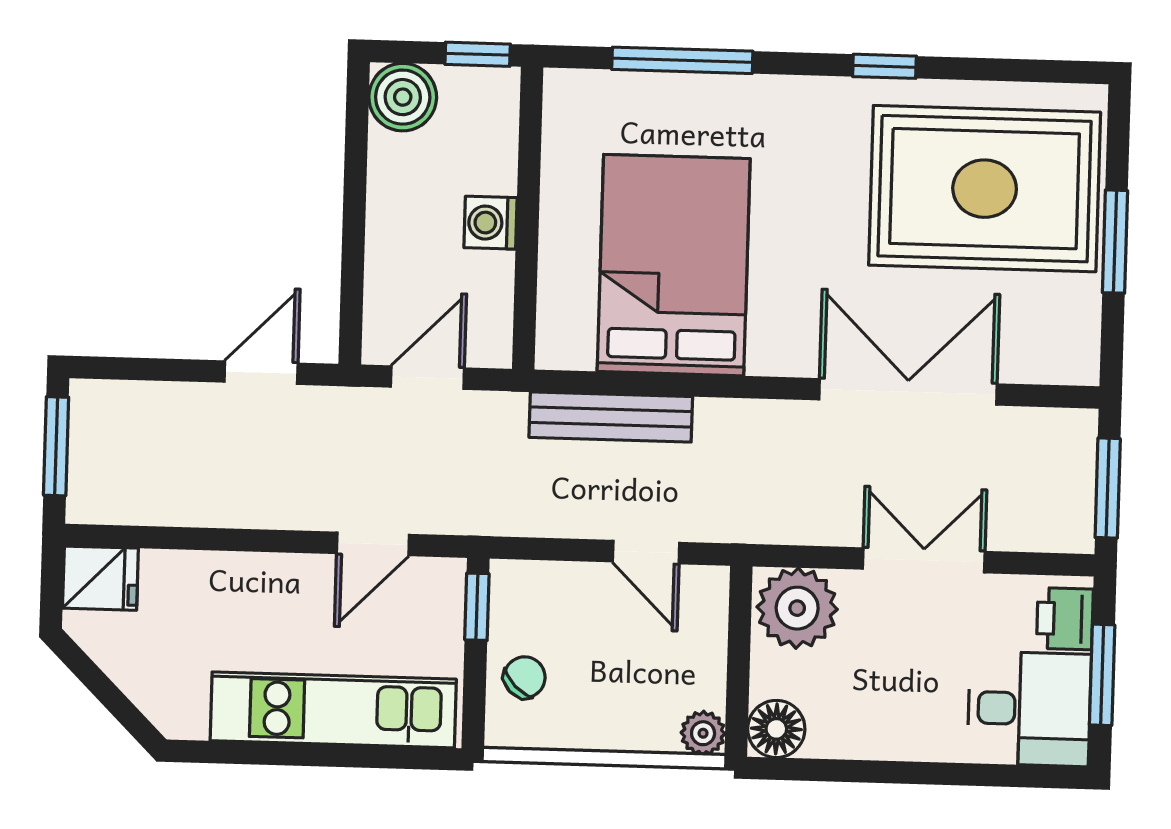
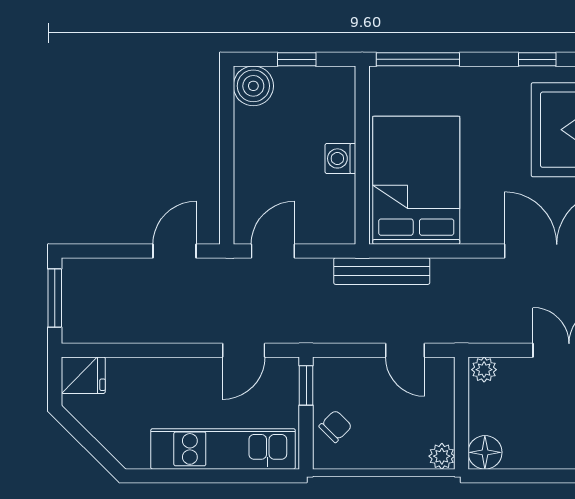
wall: (528, 218) -> (362, 155), moved
washing machine: (491, 223) -> (340, 158), moved
plant: (797, 608) -> (484, 370), width x0.53, depth x0.53

